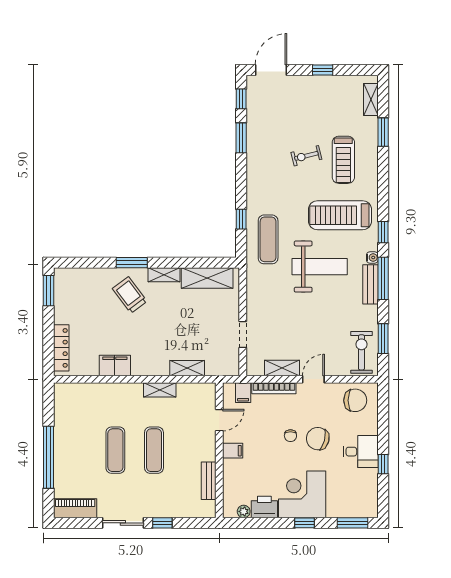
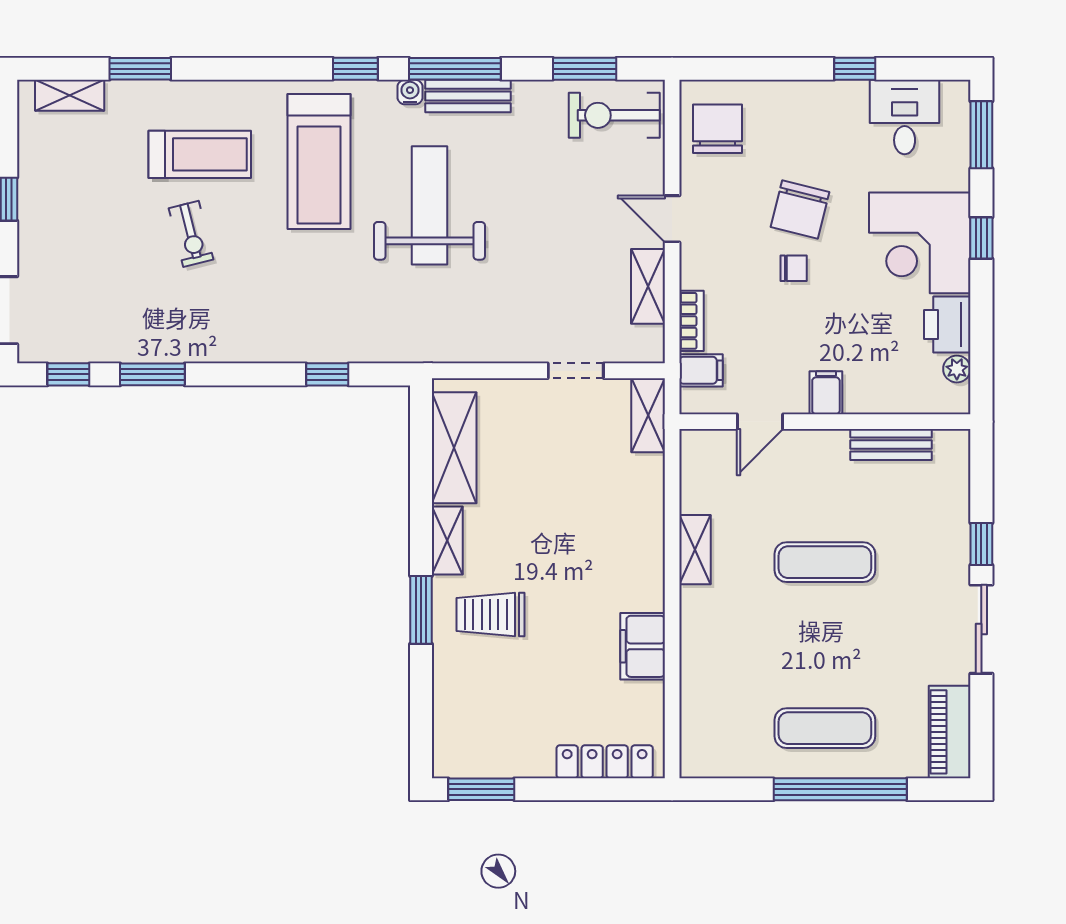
exercise mat: (268, 239) -> (371, 317), removed
trolley: (130, 295) -> (491, 614), turned 37
shelving: (187, 368) -> (648, 415), moved
bookcase: (274, 388) -> (691, 321), width x0.64
door: (219, 420) -> (760, 422), swing flipped
exercise mat: (115, 450) -> (825, 728), moved
desk: (361, 452) -> (905, 117), moved

